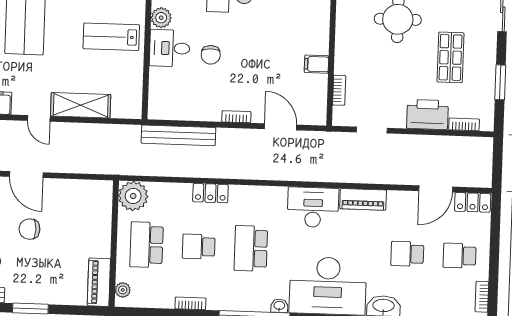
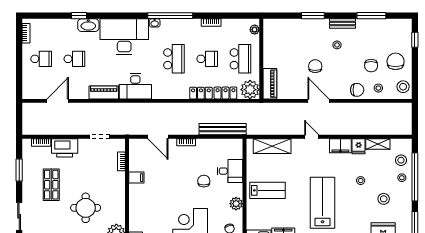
desk: (170, 48) -> (230, 171), moved
shelving: (81, 105) -> (272, 146), moved
locker: (473, 202) -> (225, 93), moved
chair: (29, 229) -> (315, 66), turned -90
piano: (99, 282) -> (270, 84), moved

